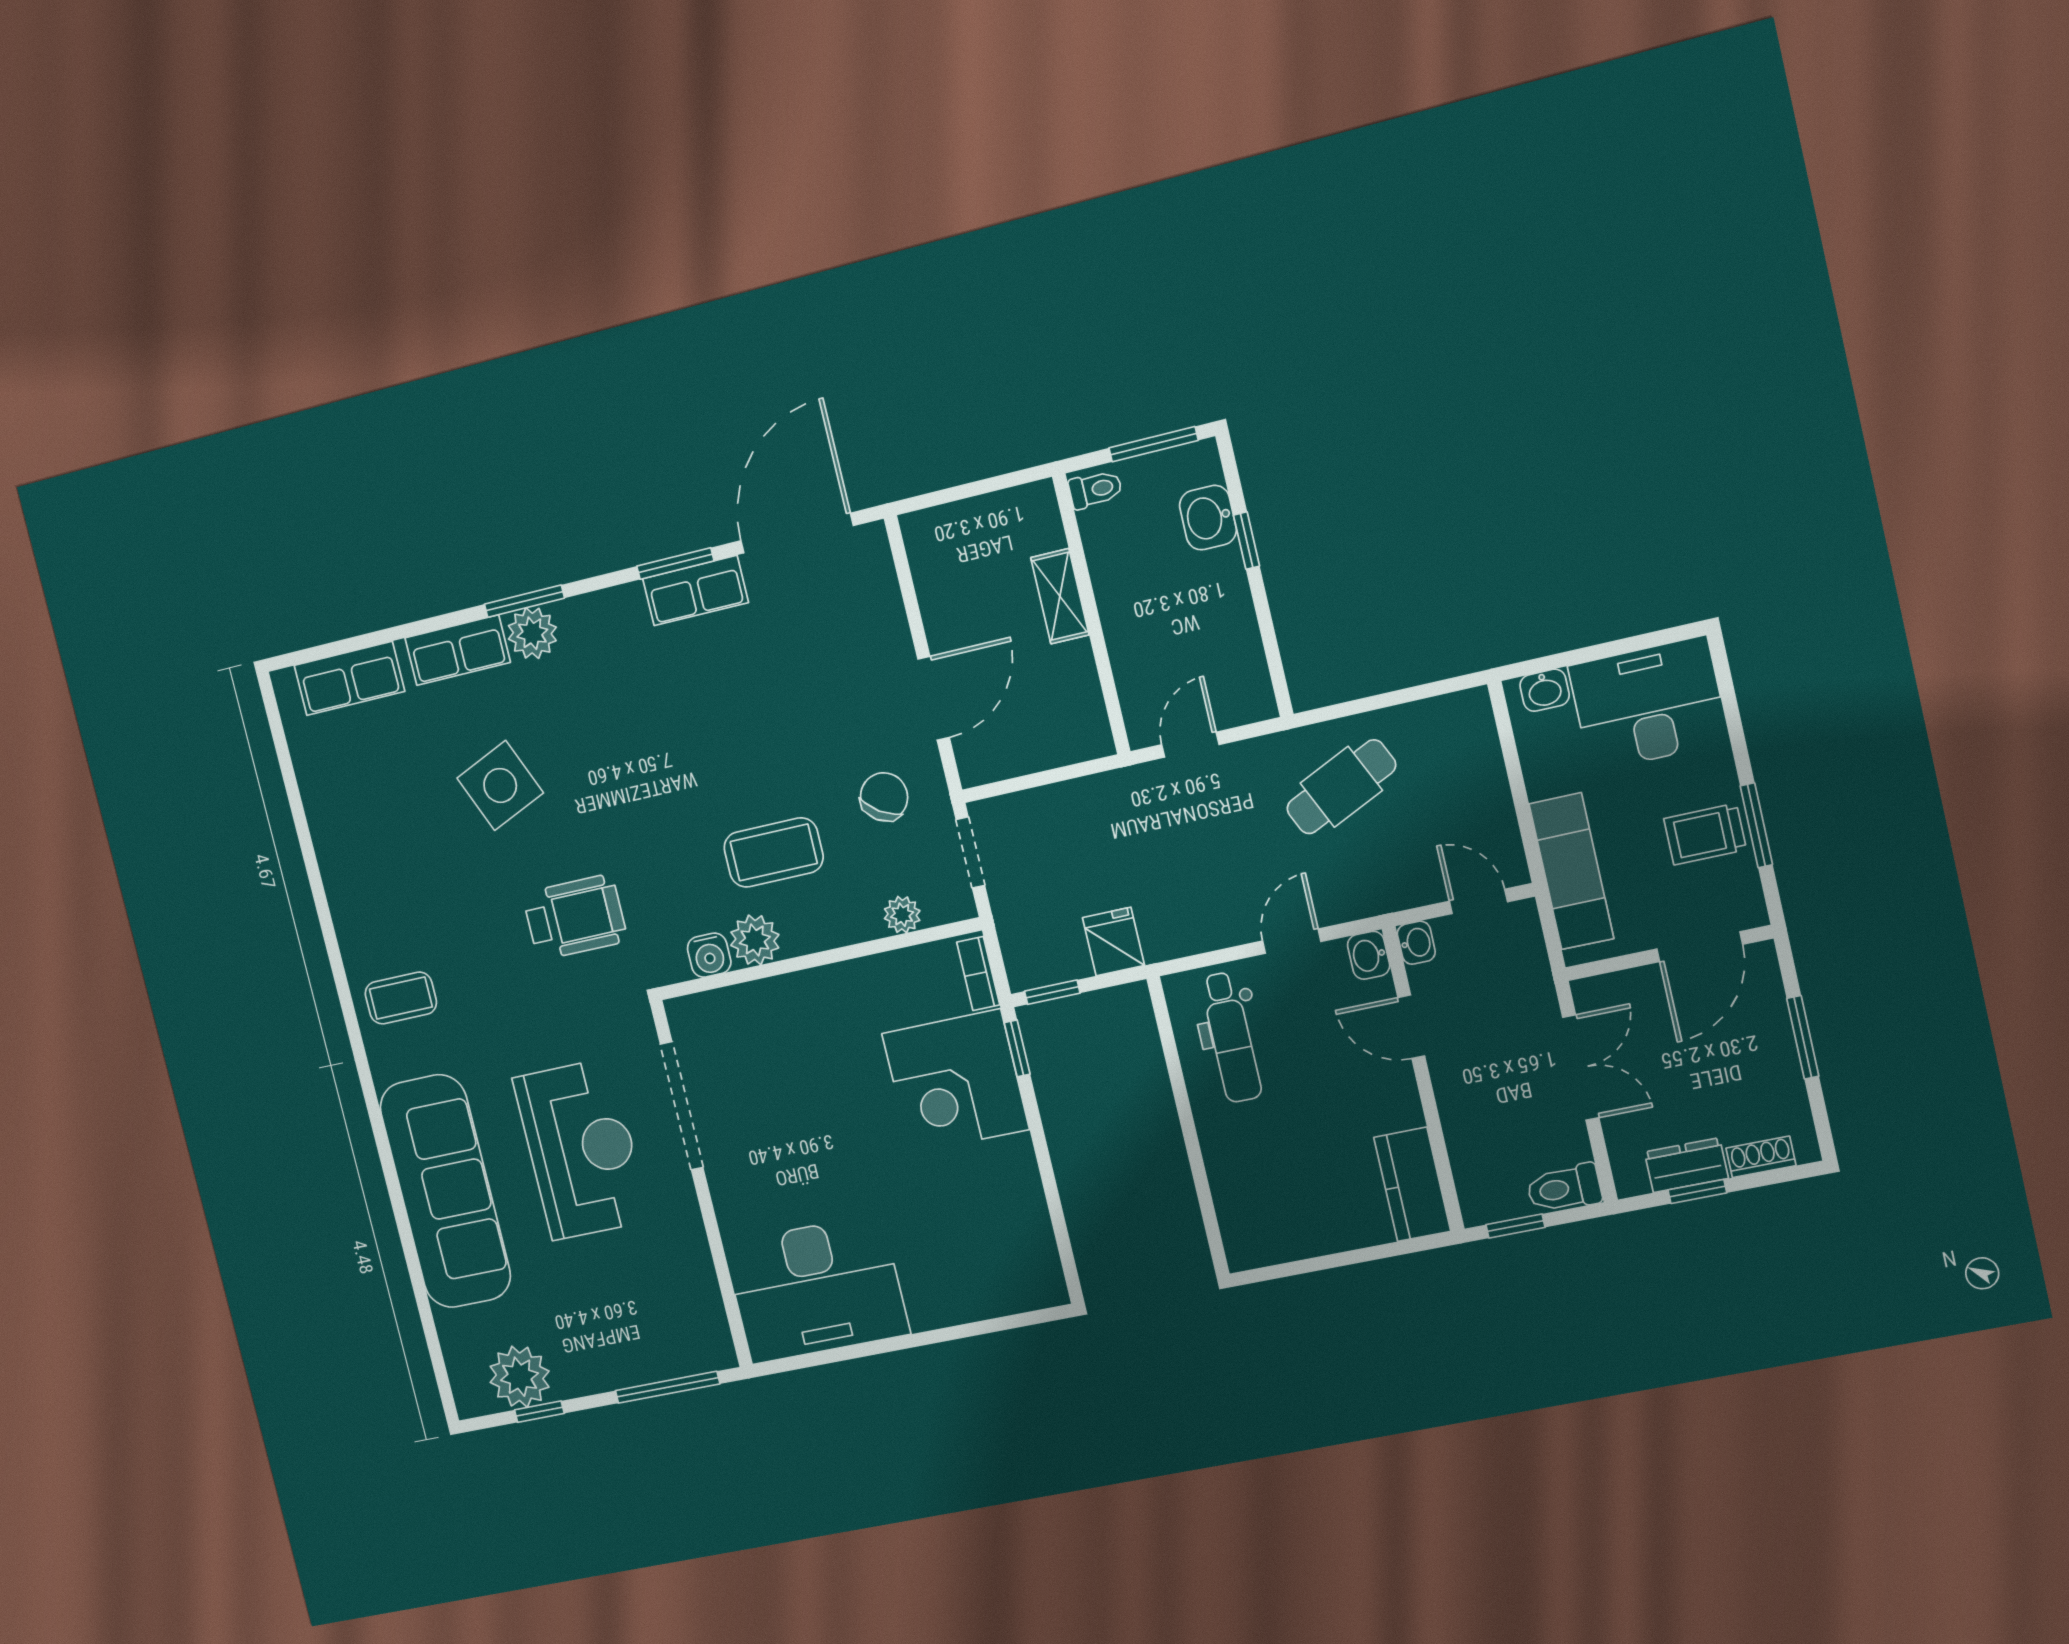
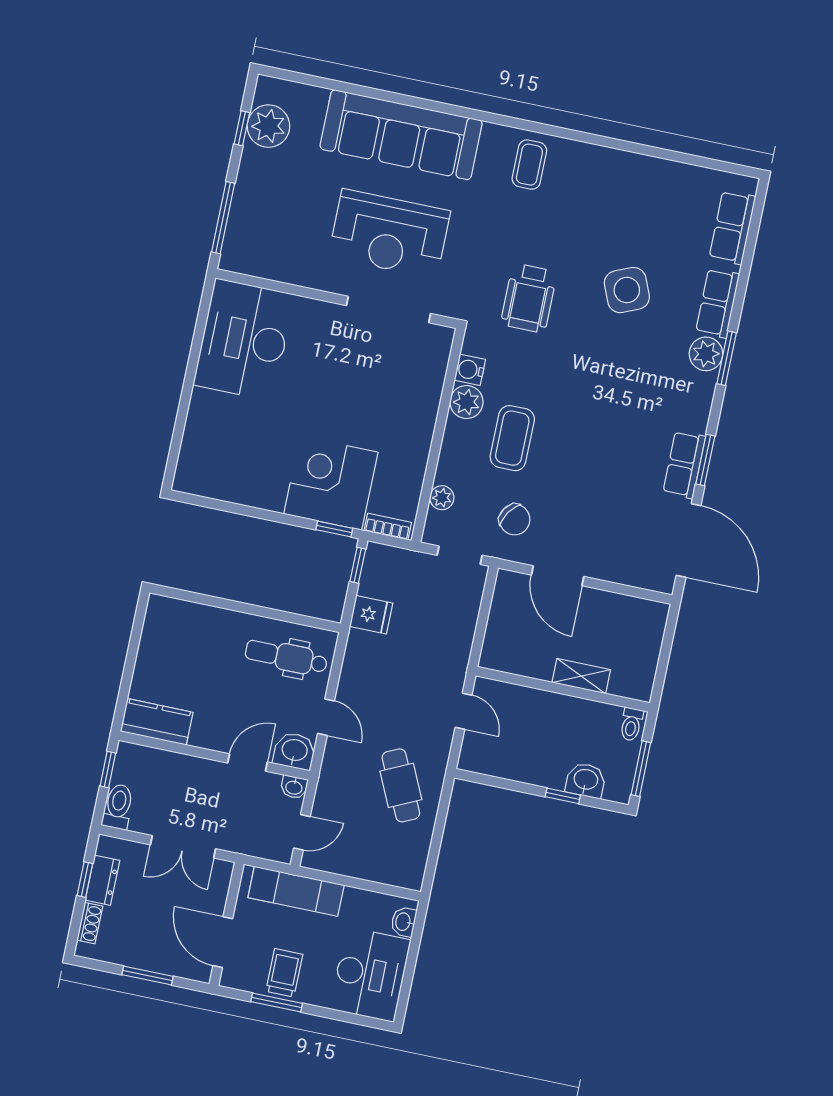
washbasin: (1369, 955) -> (294, 751), width x1.38, depth x1.45

